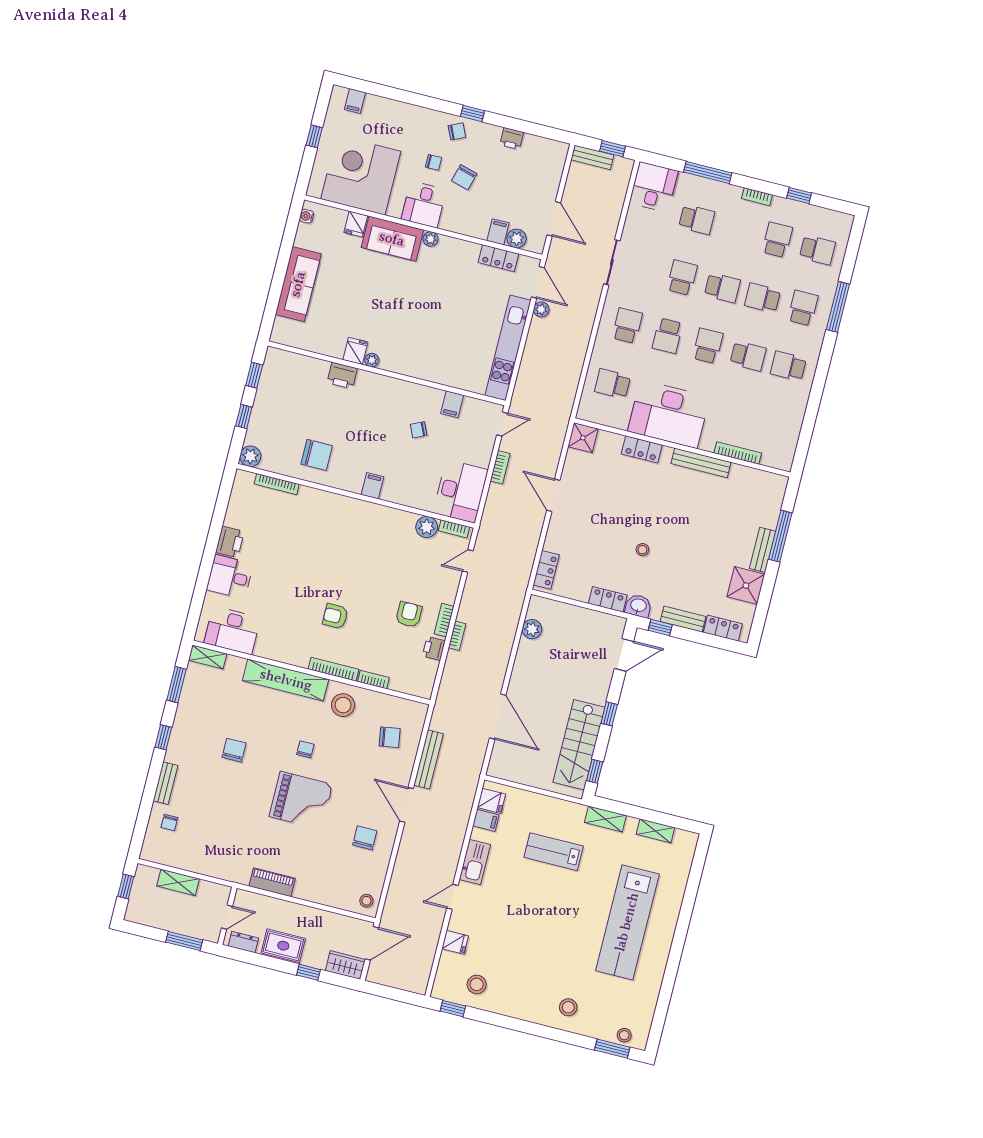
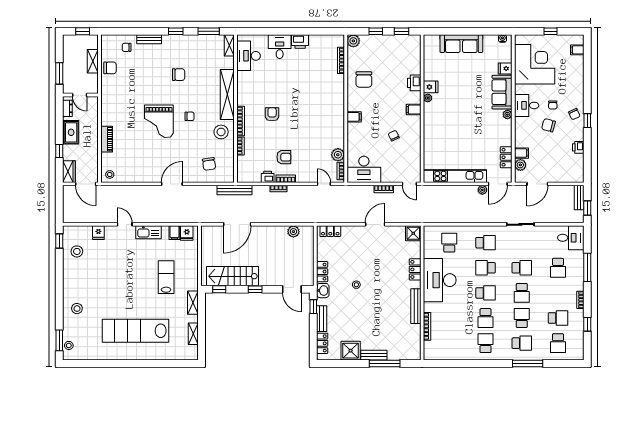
filing cabinet: (452, 404) -> (414, 110), moved
bench: (429, 759) -> (234, 190), moved
chair: (365, 838) -> (110, 68), moved
piano: (272, 882) -> (107, 139), moved

